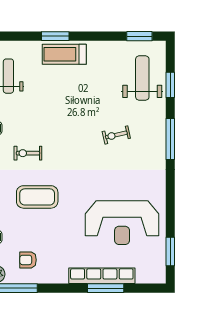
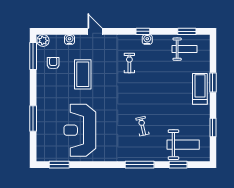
window: (139, 36) -> (213, 128), moved
coffee table: (37, 197) -> (83, 74), moved
row of seats: (102, 276) -> (42, 116), removed

